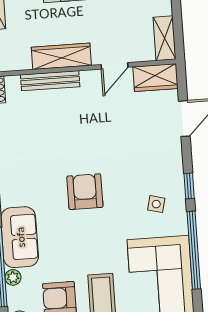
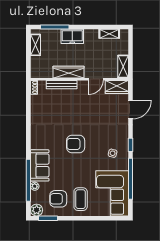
armchair: (85, 192) -> (76, 144), turned -90

